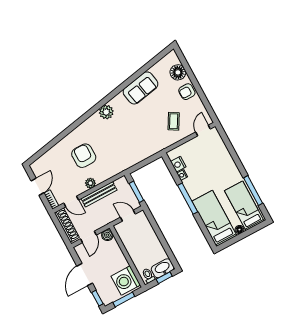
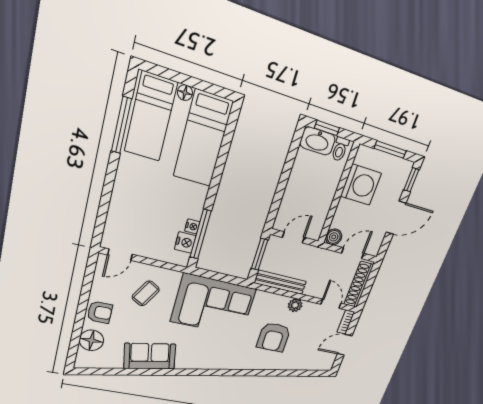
plant: (106, 112) -> (209, 361), removed
corner sofa: (134, 145) -> (213, 305), added
bench: (99, 194) -> (280, 282), moved
window: (188, 199) -> (201, 234), moved
door: (128, 216) -> (293, 237), swing flipped
washing machine: (126, 281) -> (361, 185), moved

